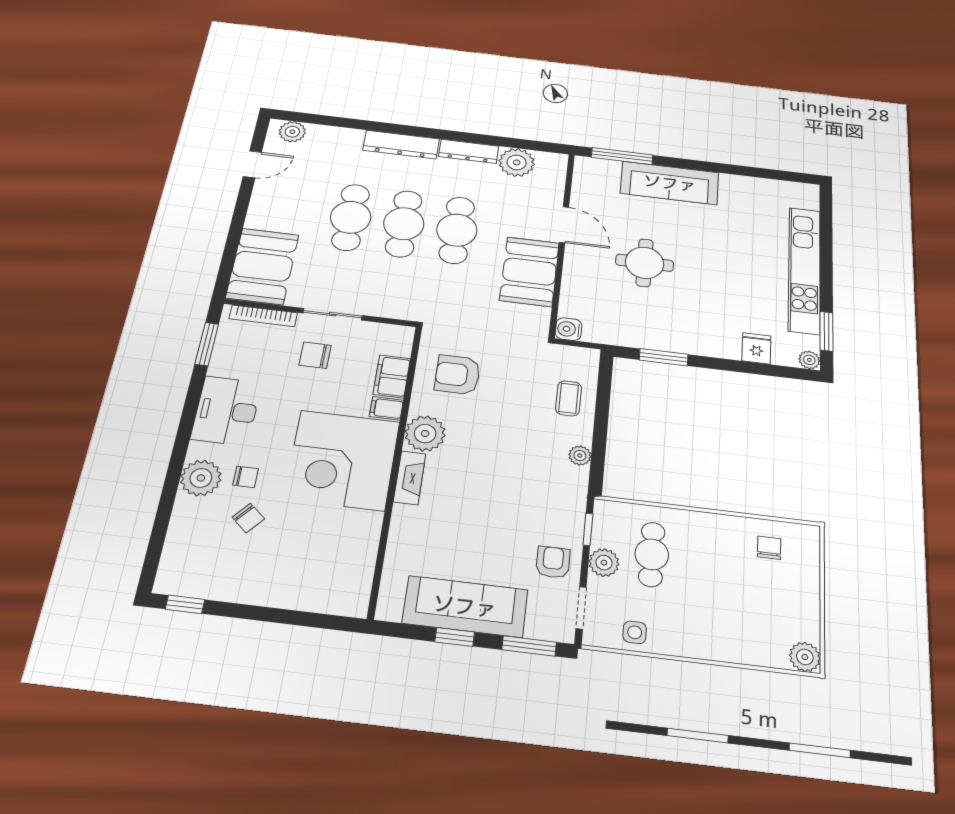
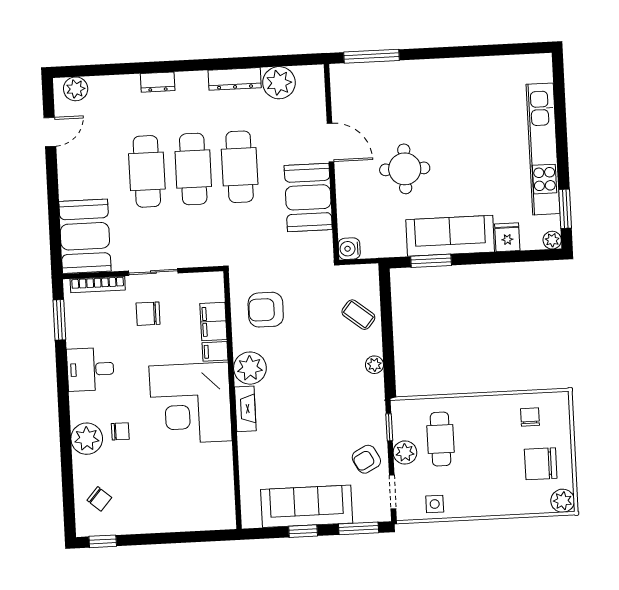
dresser: (401, 145) -> (158, 82), width x0.51, depth x0.80
sofa: (670, 183) -> (450, 236), moved, turned 180
coffee table: (569, 398) -> (358, 315), turned -51
desk: (226, 411) -> (90, 369), width x0.73
chair: (248, 518) -> (99, 499), moved
armchair: (553, 562) -> (366, 459), turned -118
chair: (779, 606) -> (541, 464), added

